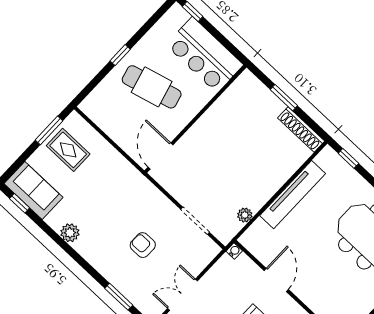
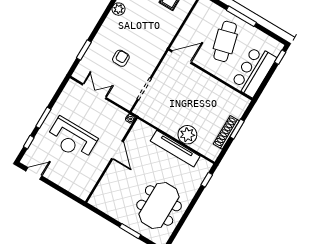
window: (120, 55) -> (241, 16), width x2.17
shoe rack: (301, 129) -> (226, 132), moved
plant: (245, 215) -> (187, 135), moved, width x1.88, depth x1.88
door: (276, 280) -> (117, 150), hinge flipped

